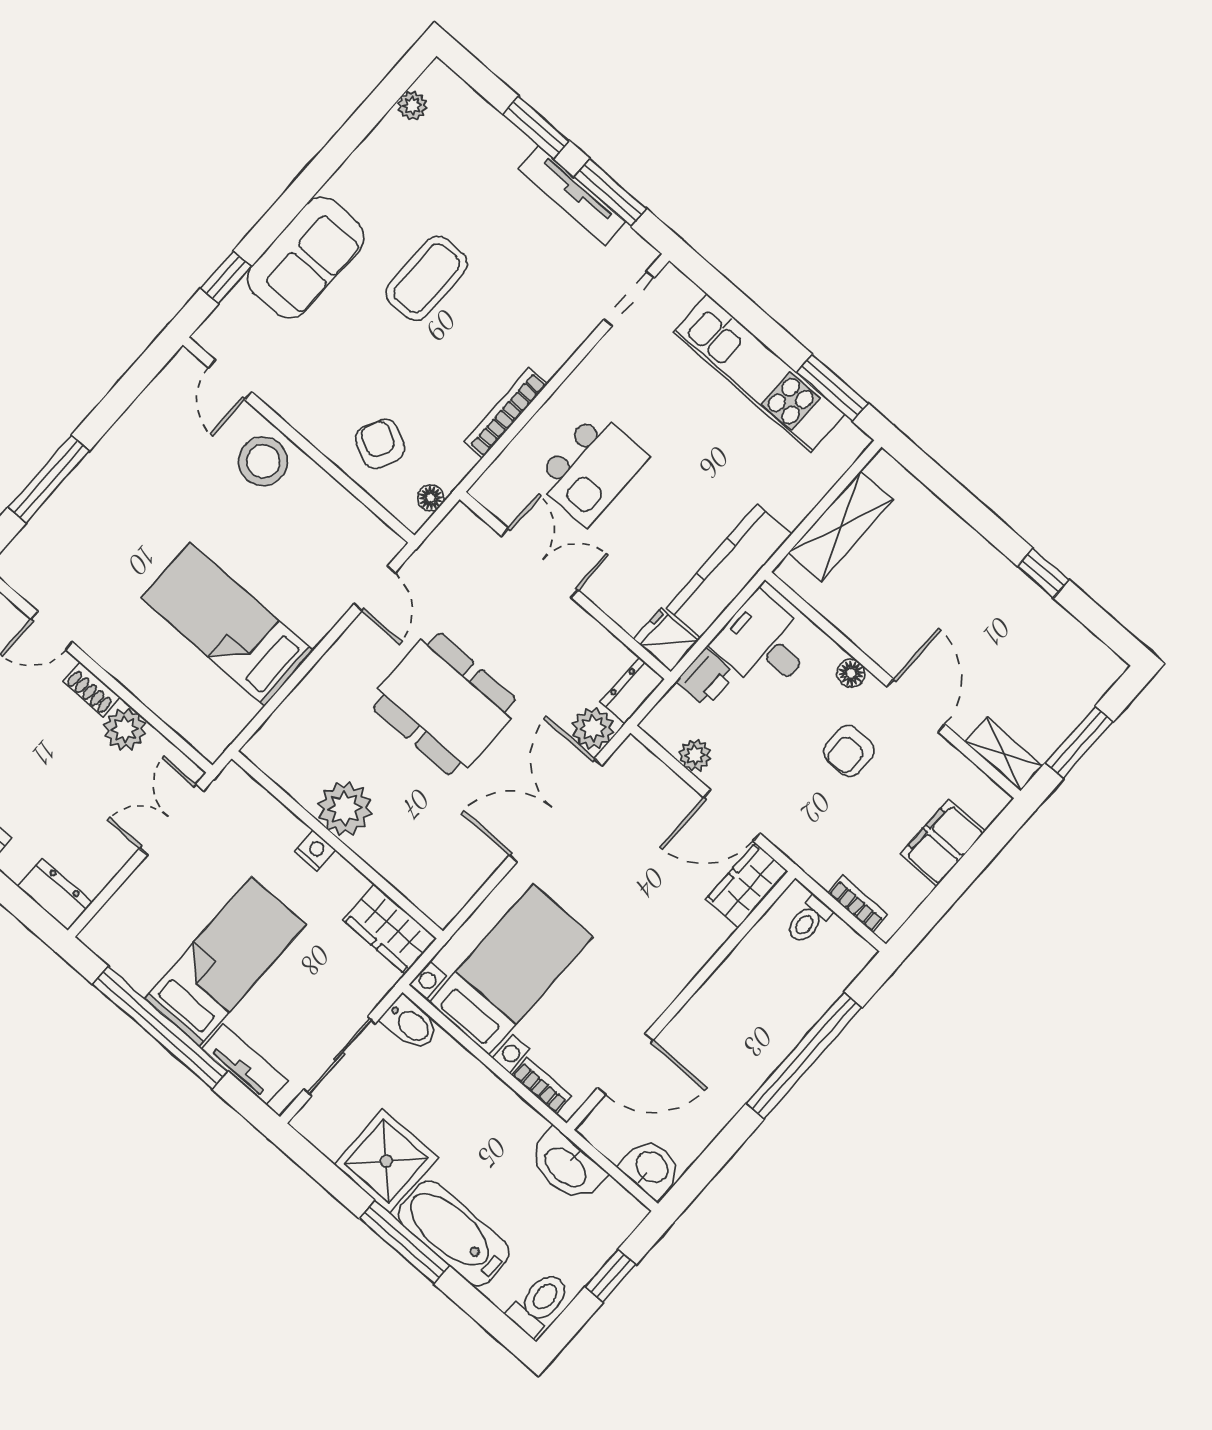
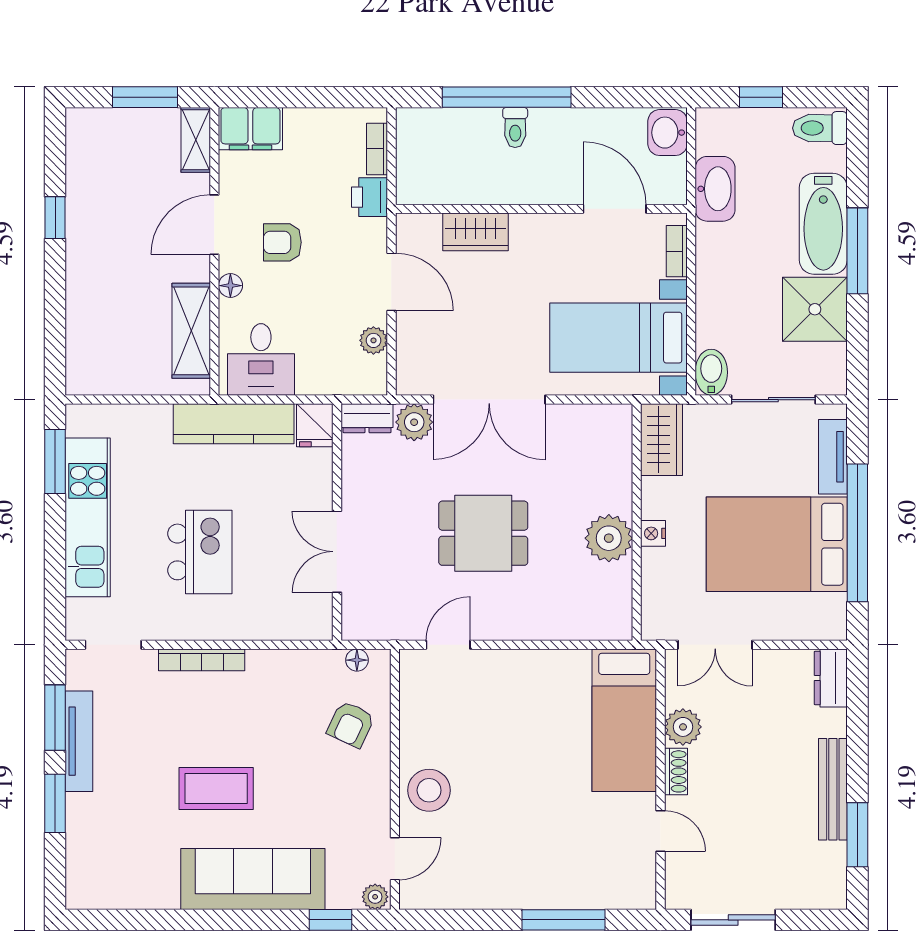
plant: (412, 106) -> (375, 897), moved
sofa: (306, 258) -> (253, 879), width x1.36
bookcase: (506, 413) -> (202, 660), moved
kitchen island: (591, 468) -> (200, 552), moved, turned 90
shelving: (841, 526) -> (191, 331), moved, turned 90
bed: (227, 624) -> (624, 720), moved
printer: (706, 678) -> (370, 197), moved, turned -90
dining table: (444, 704) -> (483, 533), width x0.73
armchair: (849, 751) -> (282, 242), turned 180
filing cabinet: (943, 843) -> (250, 129), moved
wardrobe: (747, 885) -> (476, 232), moved
toilet: (809, 920) -> (515, 128), moved, turned 90
bed: (225, 961) -> (777, 544), width x1.50

